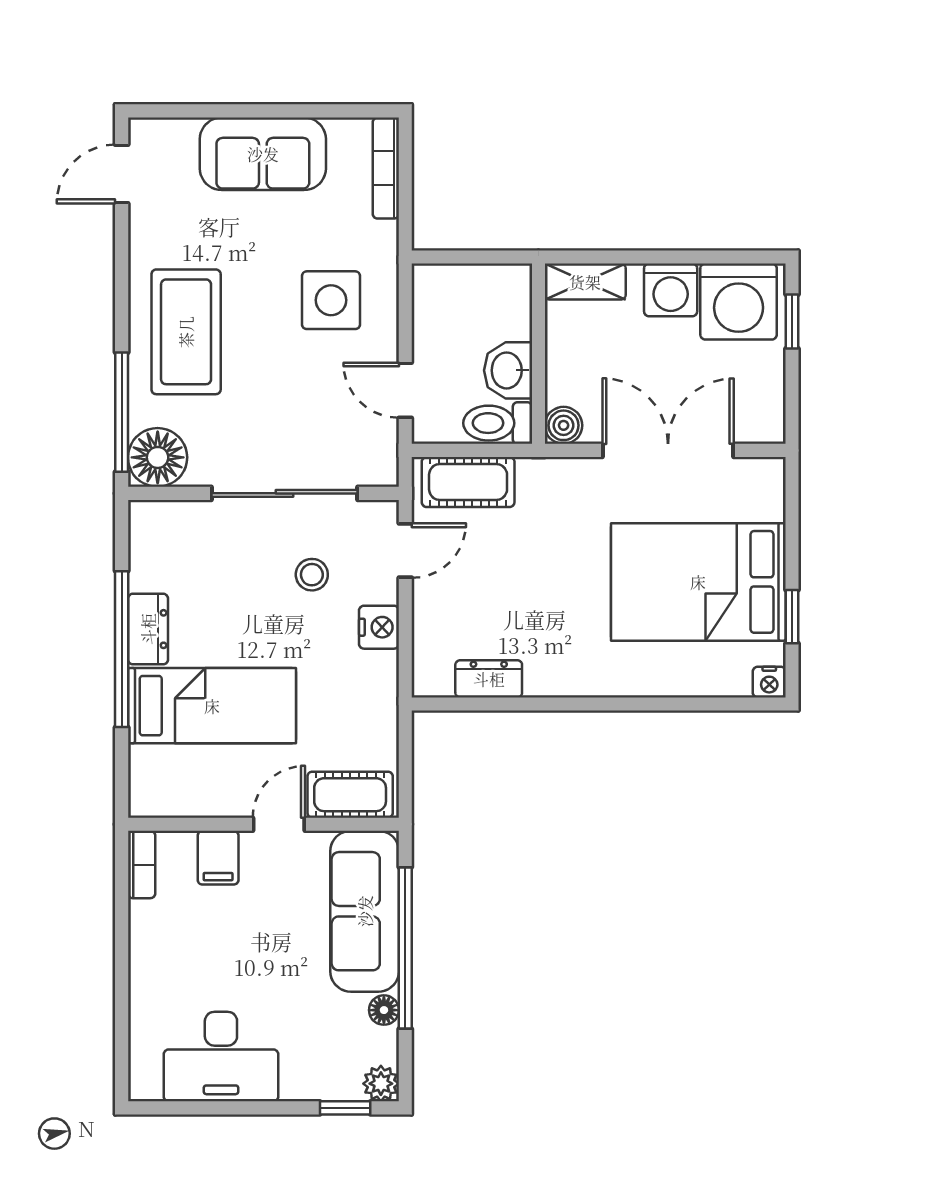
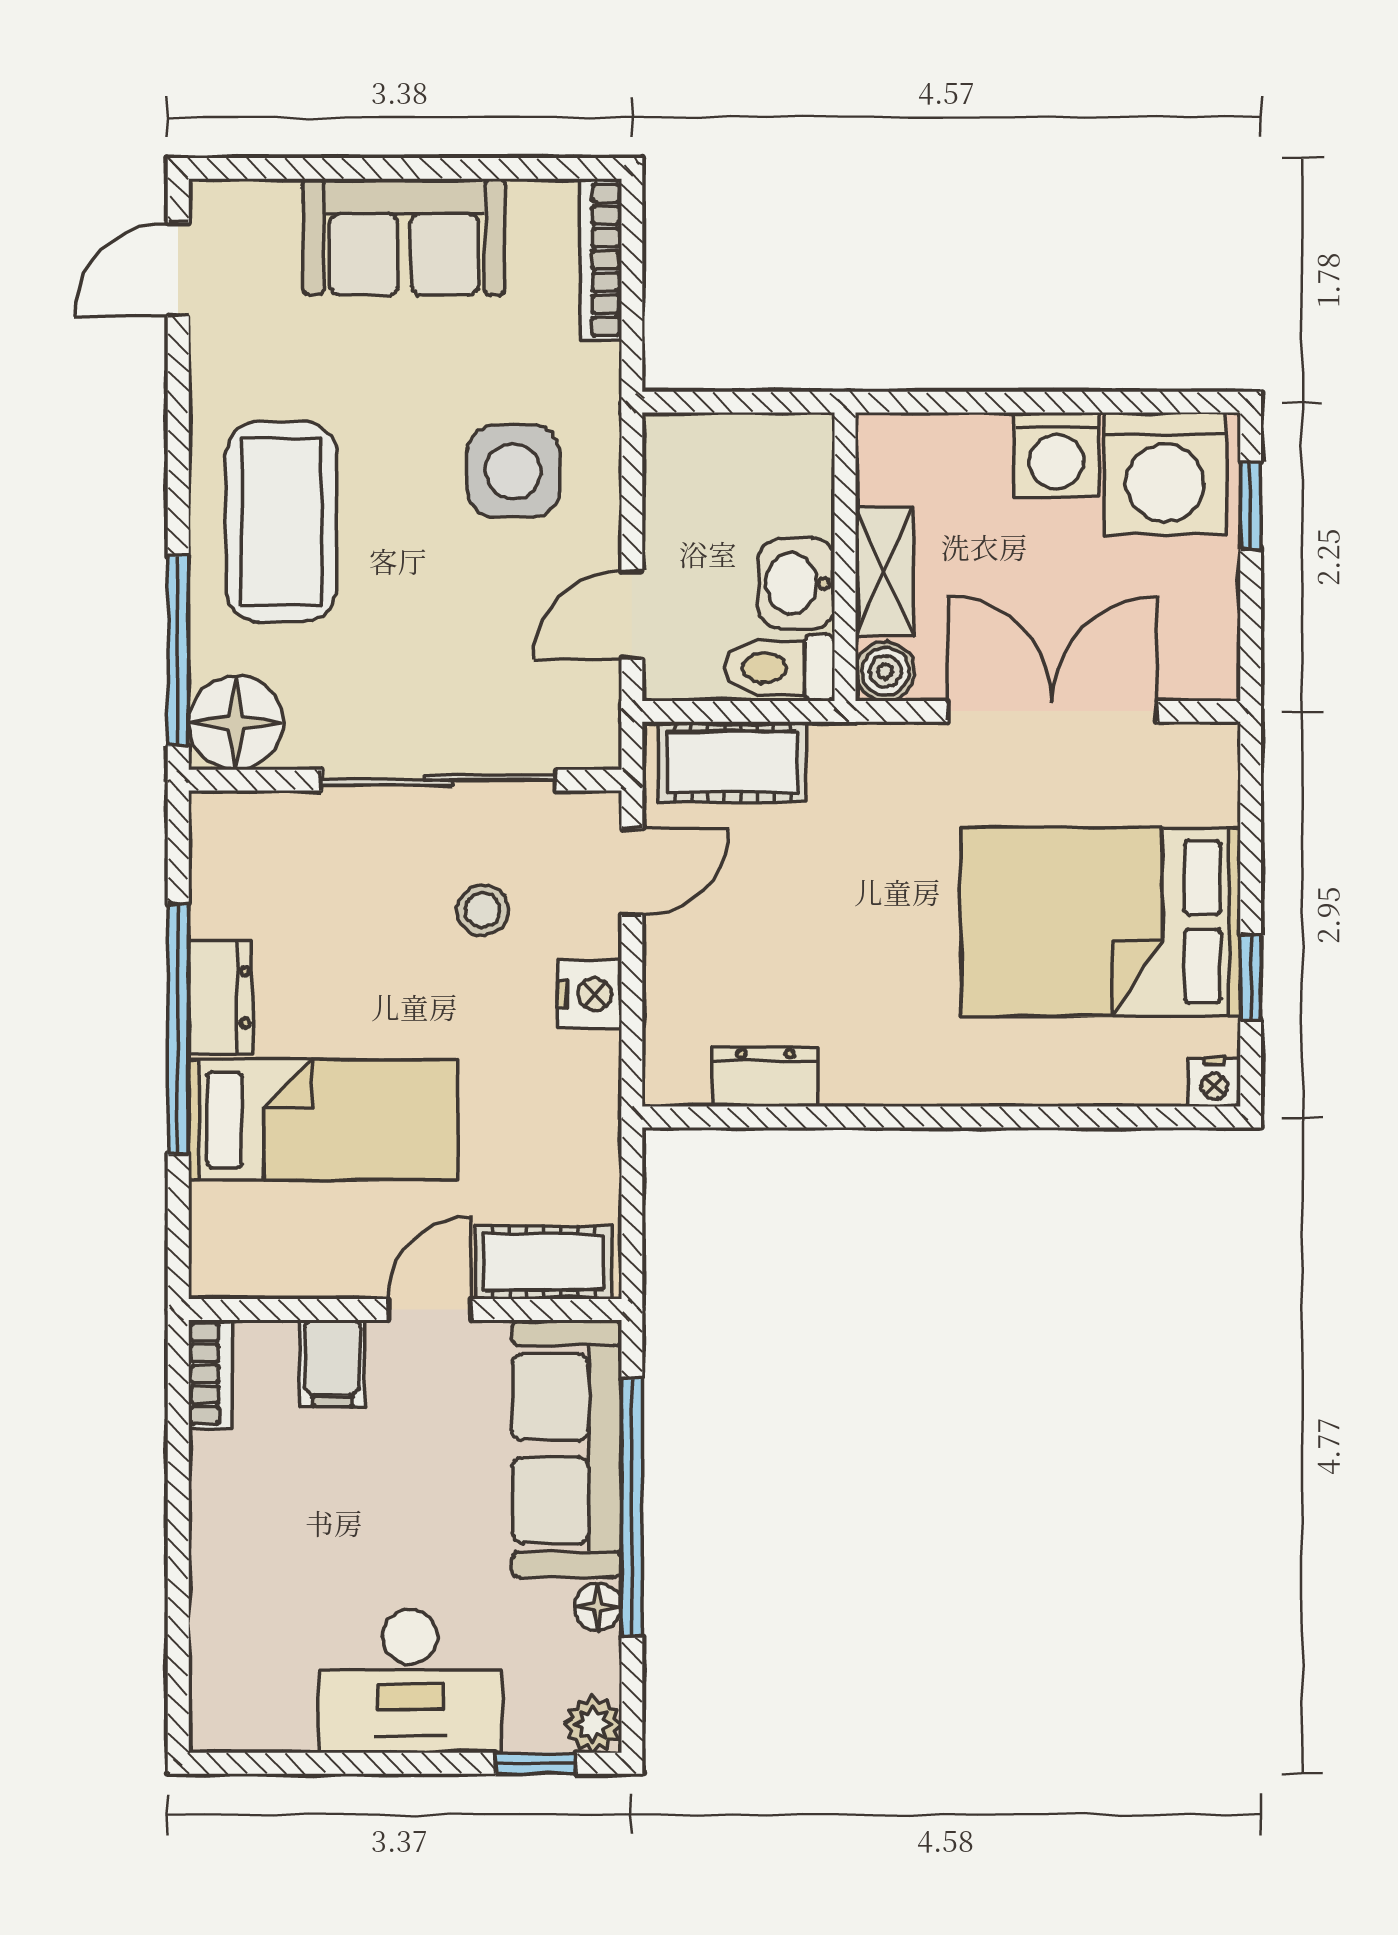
shelving: (585, 282) -> (884, 572), moved, turned 90
door: (405, 390) -> (632, 615), hinge flipped
desk: (221, 1057) -> (410, 1681), moved

